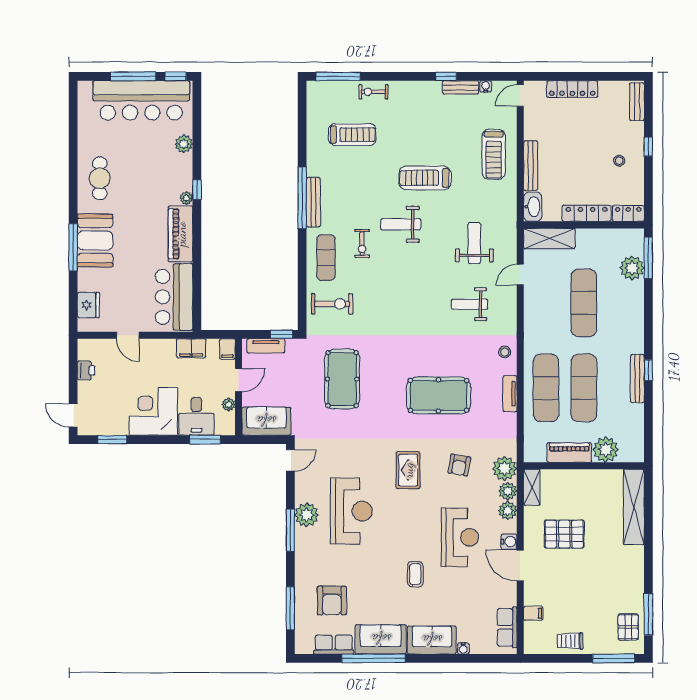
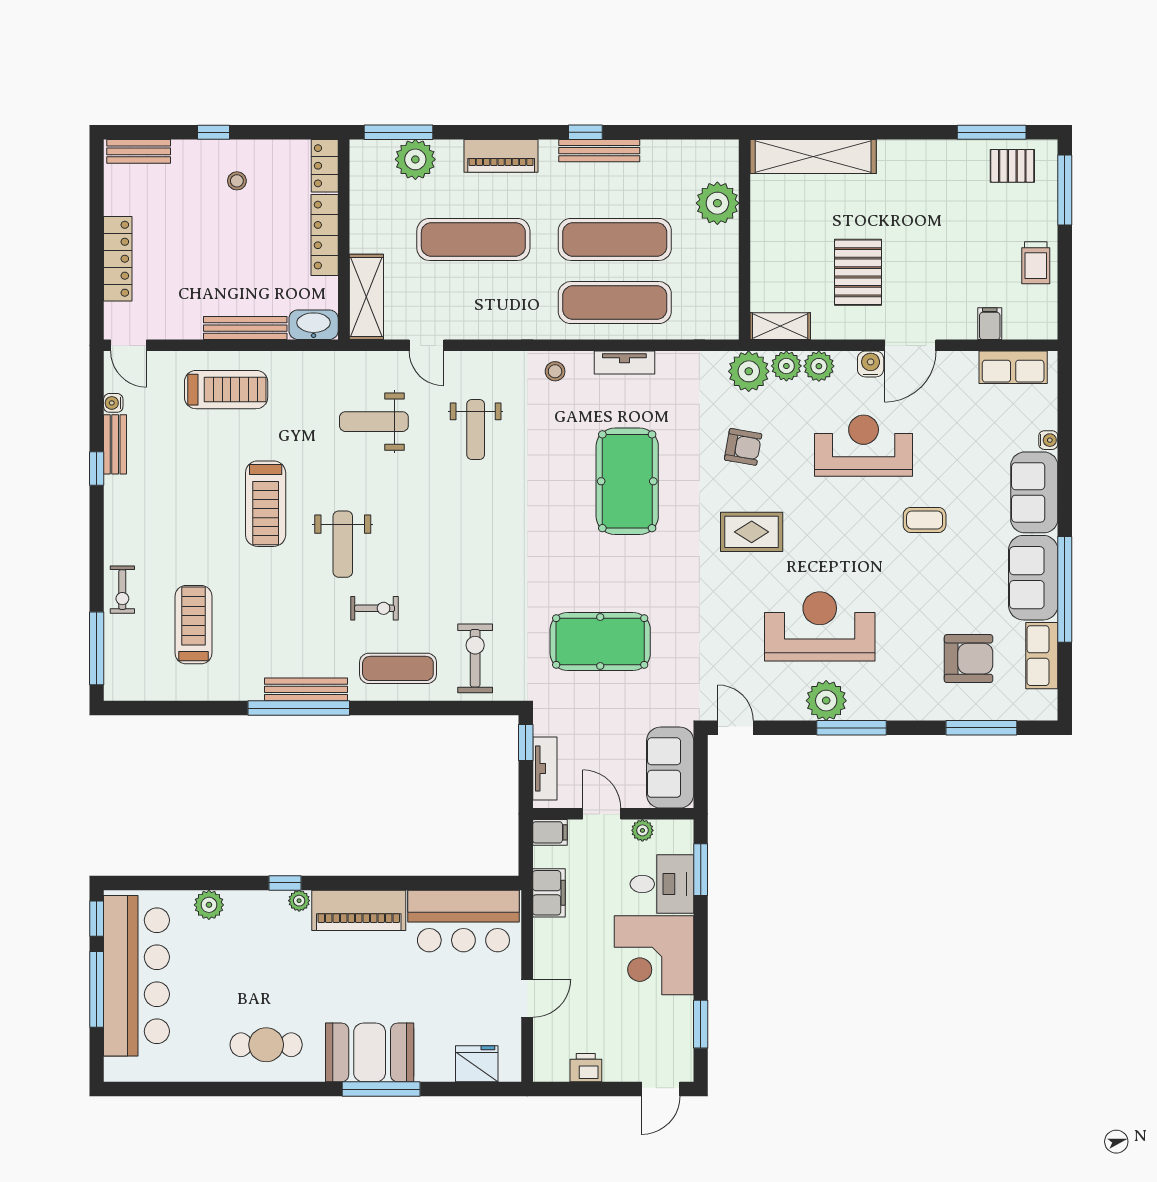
piano: (569, 453) -> (501, 156), moved, turned -90

